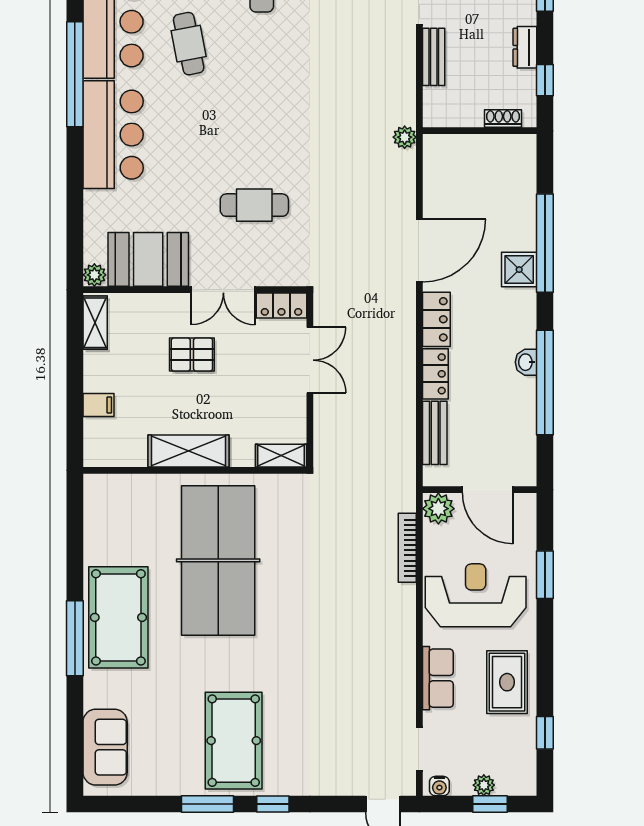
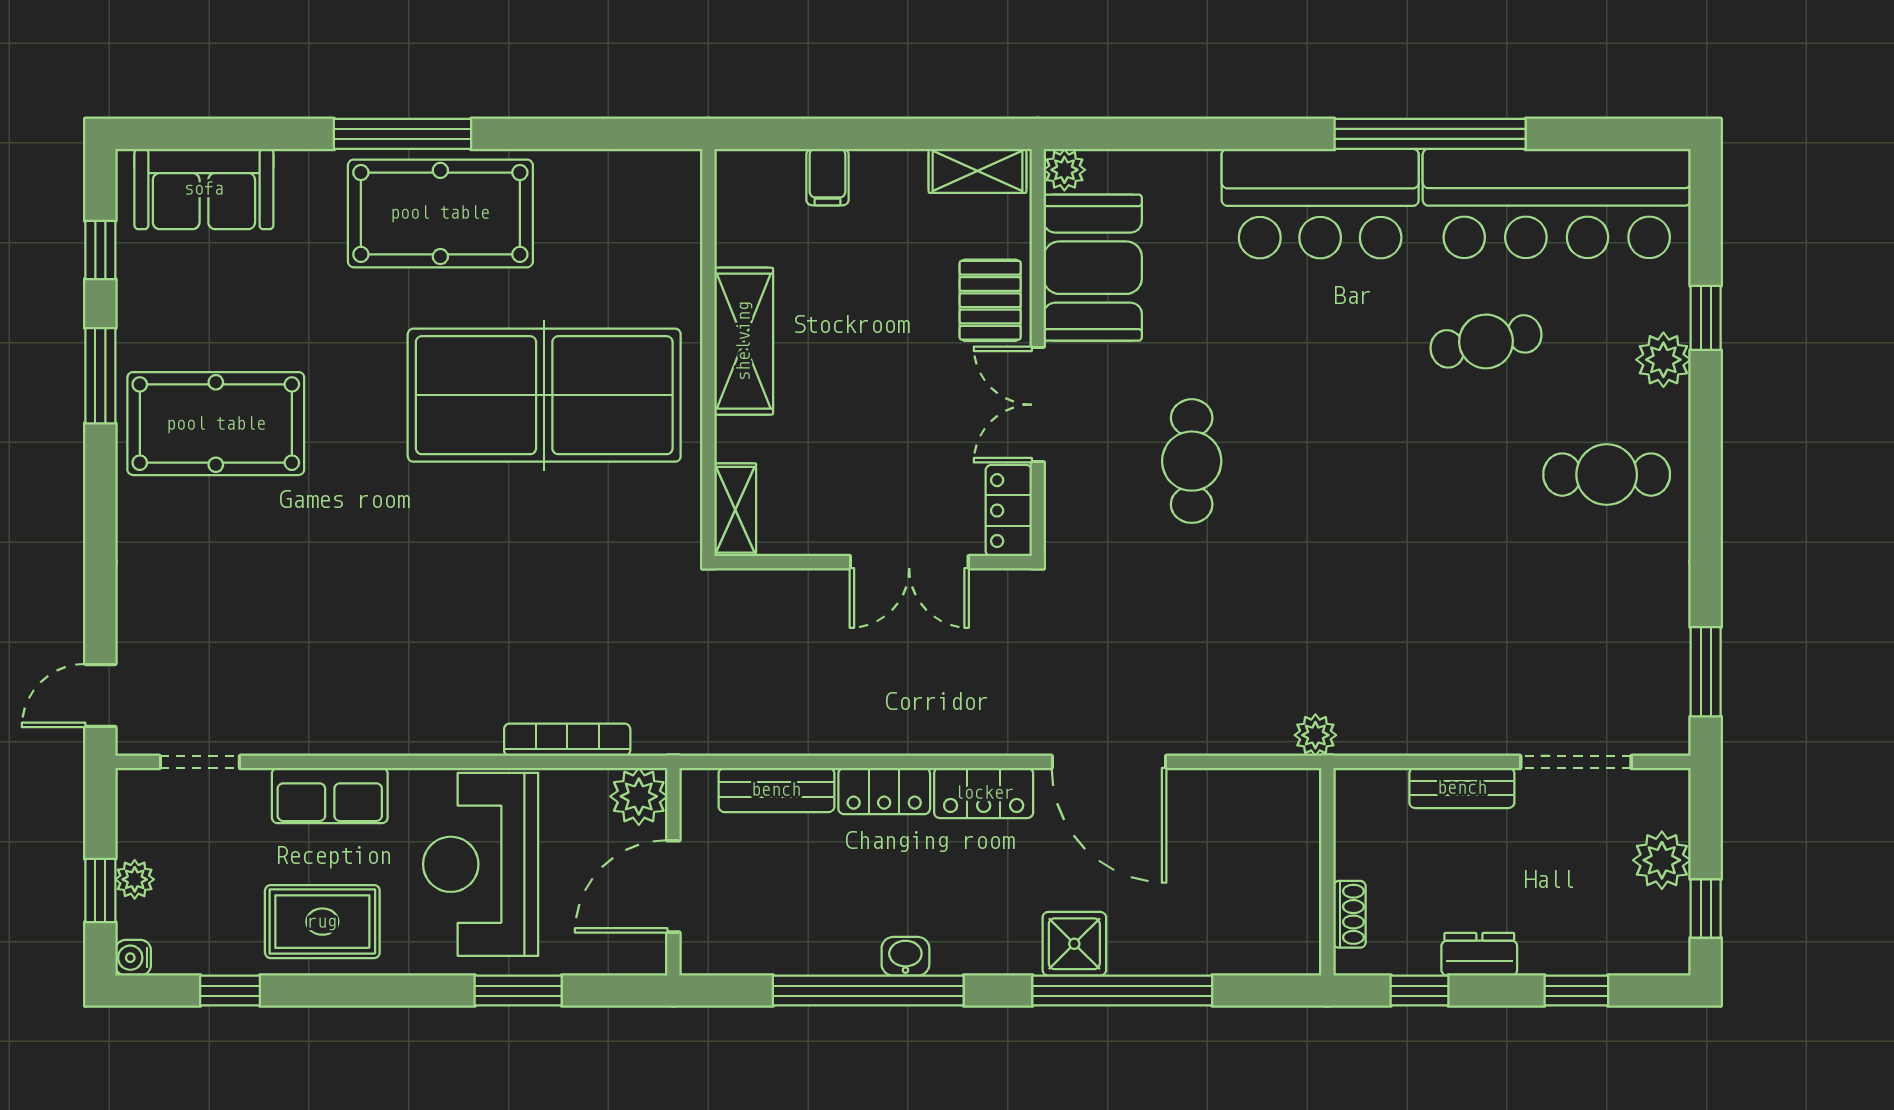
pallet: (192, 355) -> (990, 300), moved
reception desk: (476, 595) -> (481, 864), turned 180
water cooler: (439, 786) -> (133, 958), moved
window: (273, 804) -> (100, 250), moved

